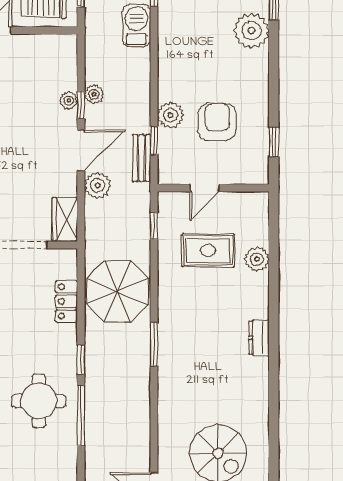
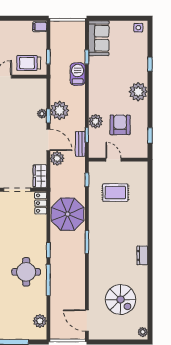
plant: (251, 31) -> (138, 92), moved
plant: (94, 94) -> (60, 110), width x1.88, depth x1.88
door: (81, 150) -> (48, 140), hinge flipped
door: (205, 188) -> (113, 160), swing flipped
plant: (257, 259) -> (141, 197), removed
locker: (66, 301) -> (41, 203), moved
dresser: (259, 338) -> (142, 255), moved

